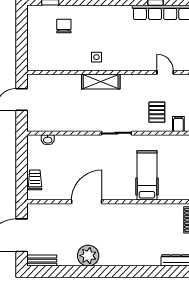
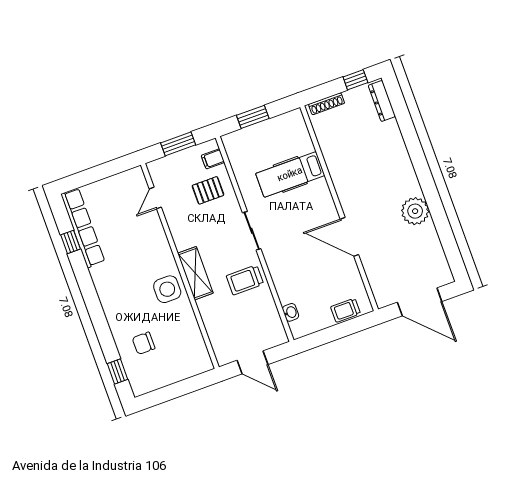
side table: (96, 57) -> (167, 289), width x1.87, depth x1.87
trolley: (83, 115) -> (245, 280), added
bench: (42, 261) -> (442, 266), removed

